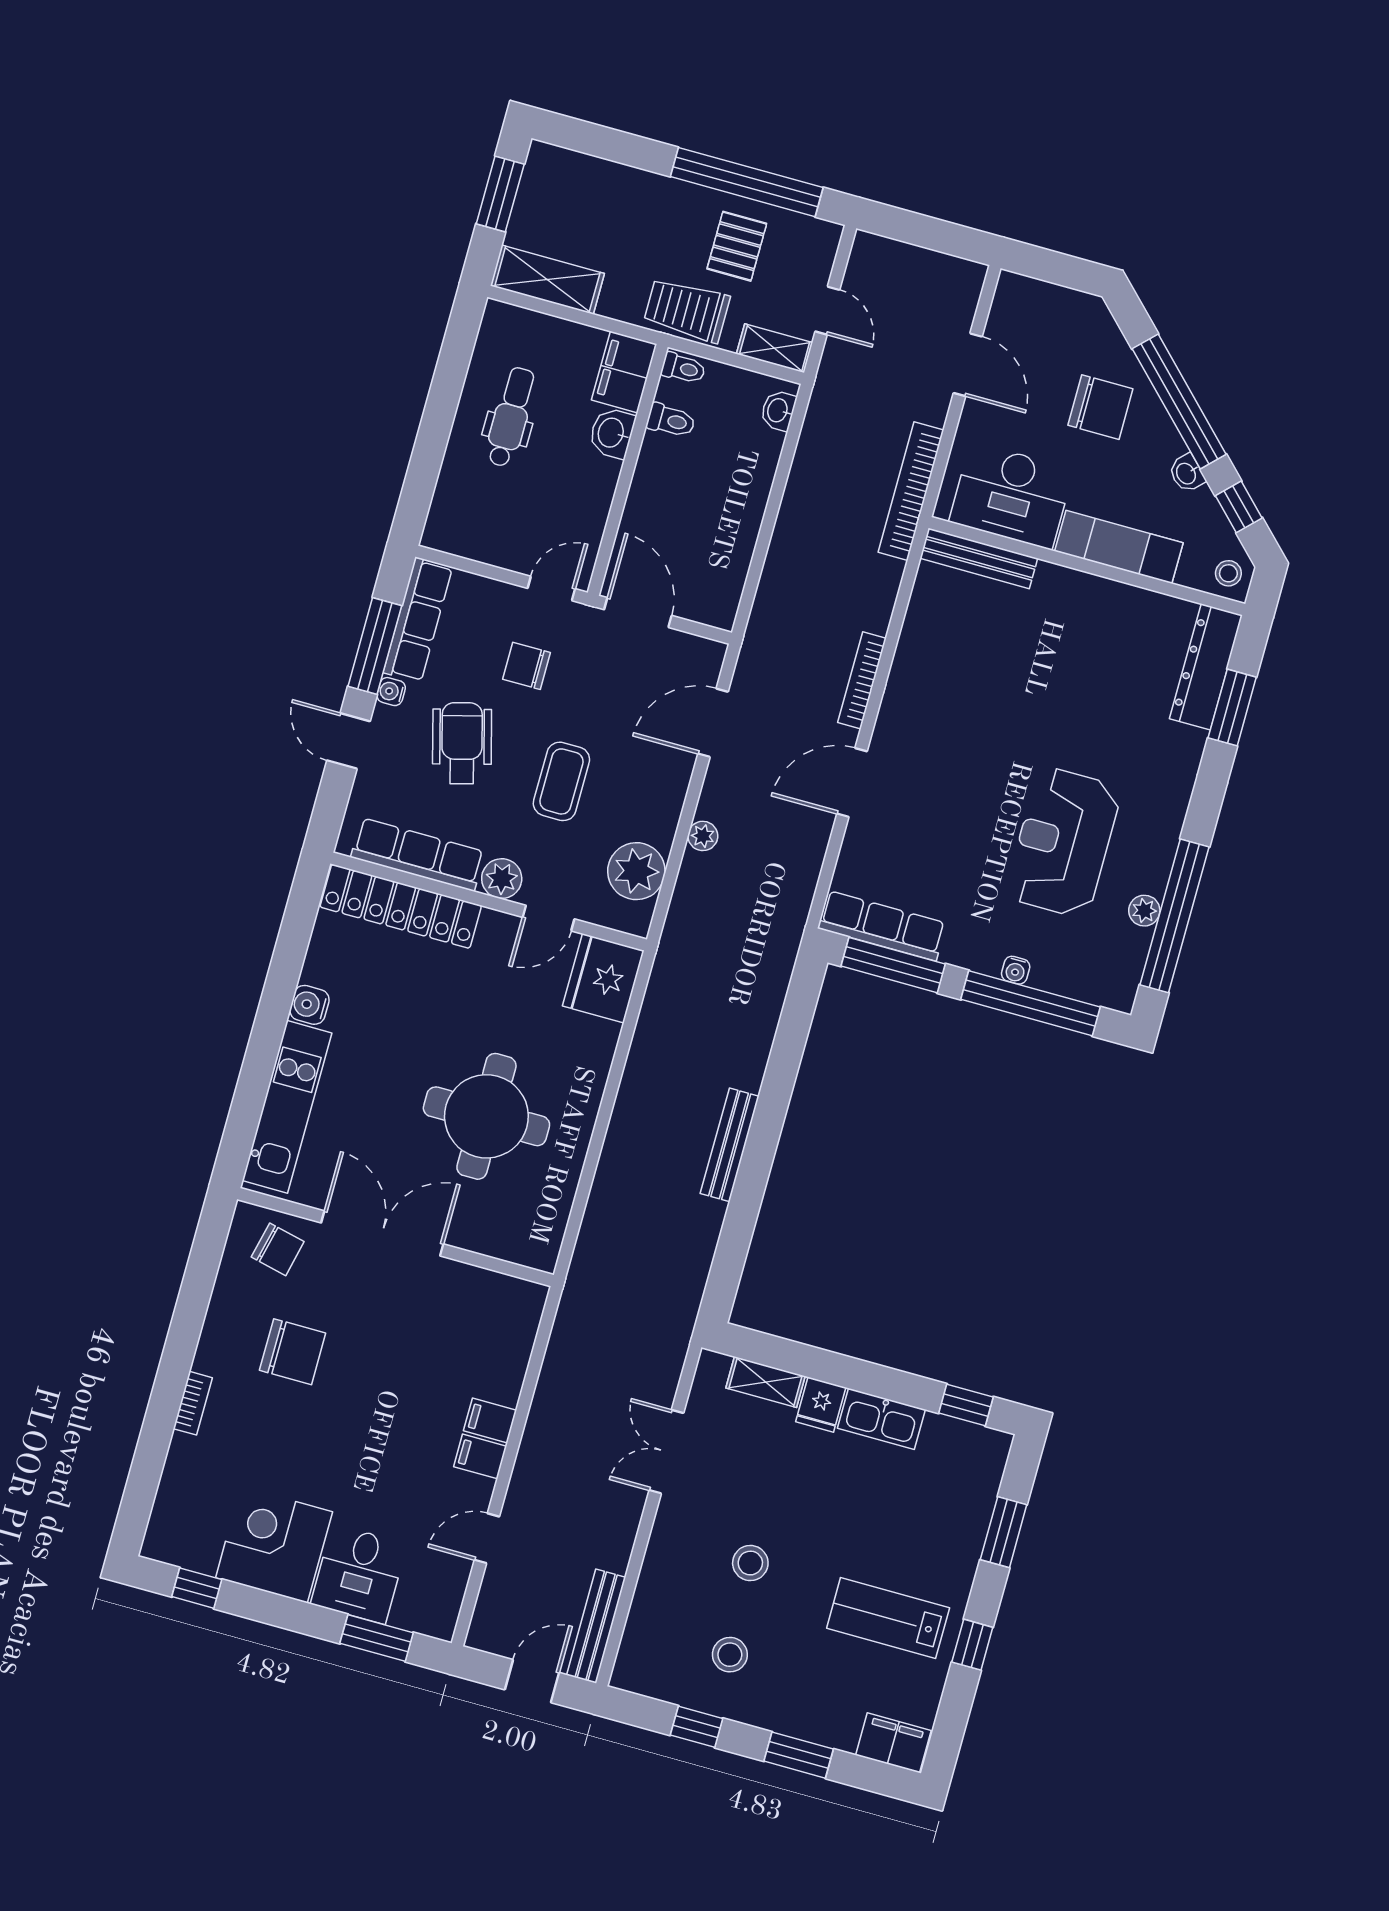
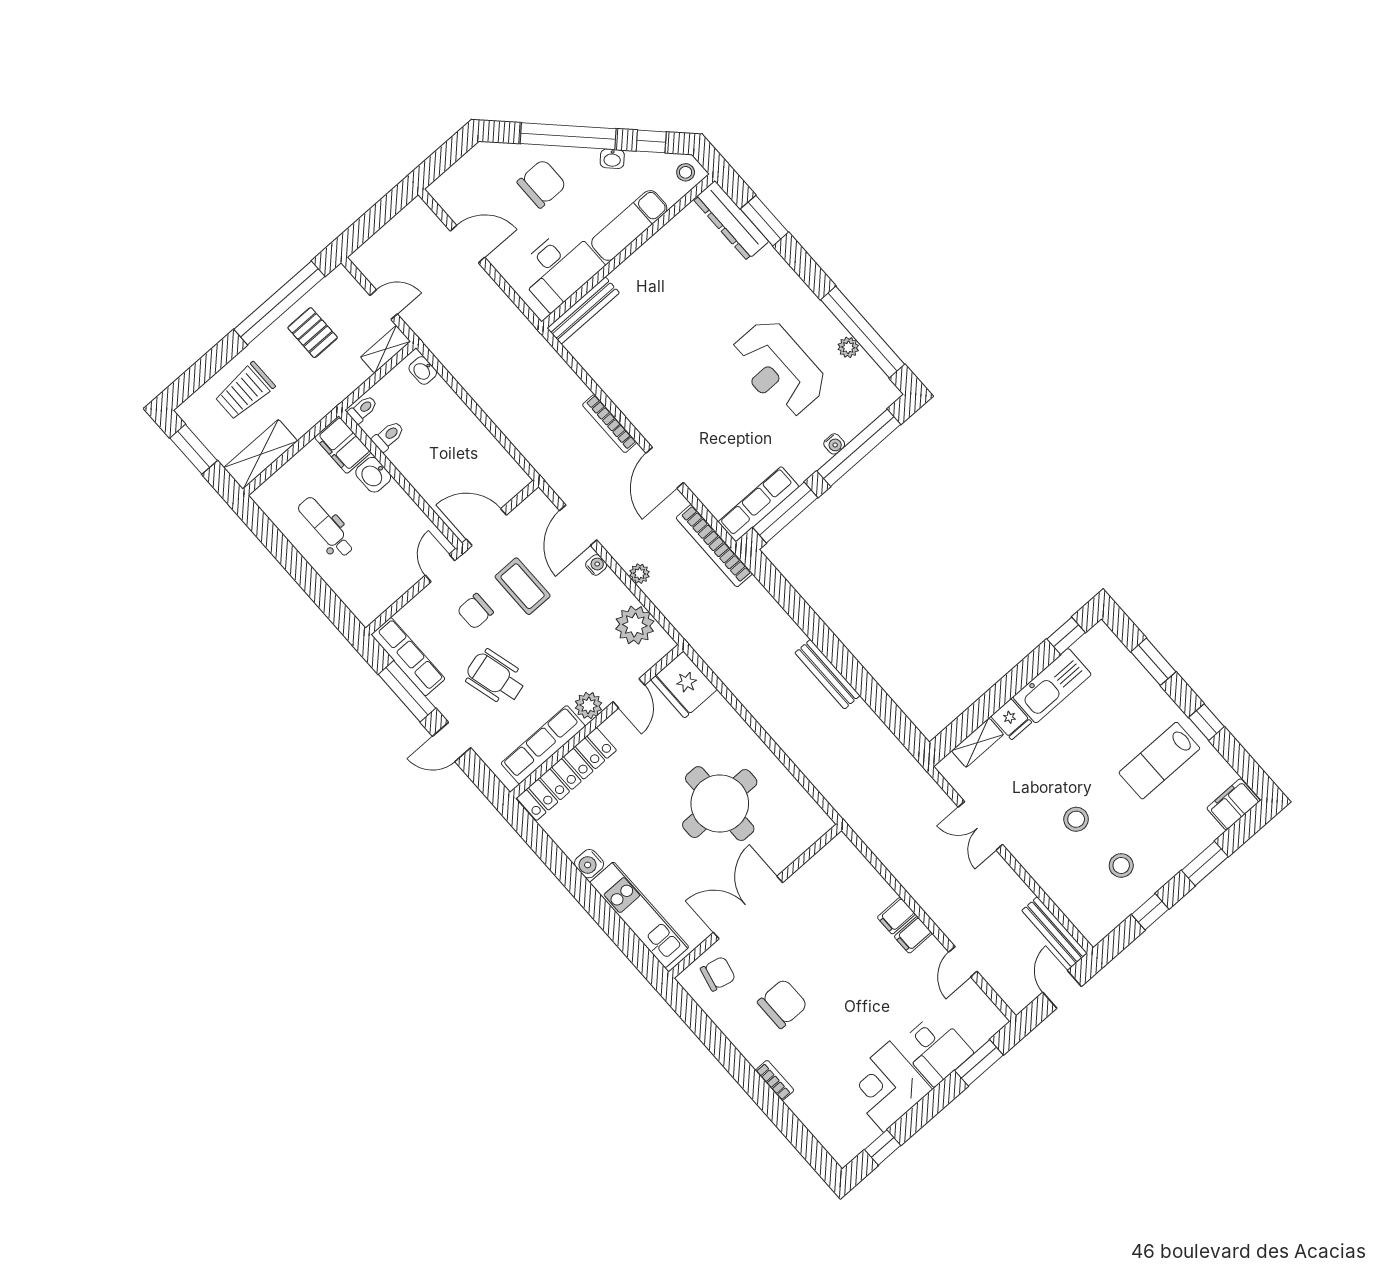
trolley: (687, 310) -> (245, 391), moved
bookcase: (911, 491) -> (714, 546), moved
water cooler: (391, 692) -> (596, 565), moved, turned 180
coffee table: (561, 781) -> (523, 586), moved
kitchen sink: (881, 1419) -> (1052, 686), width x1.36, depth x1.24

